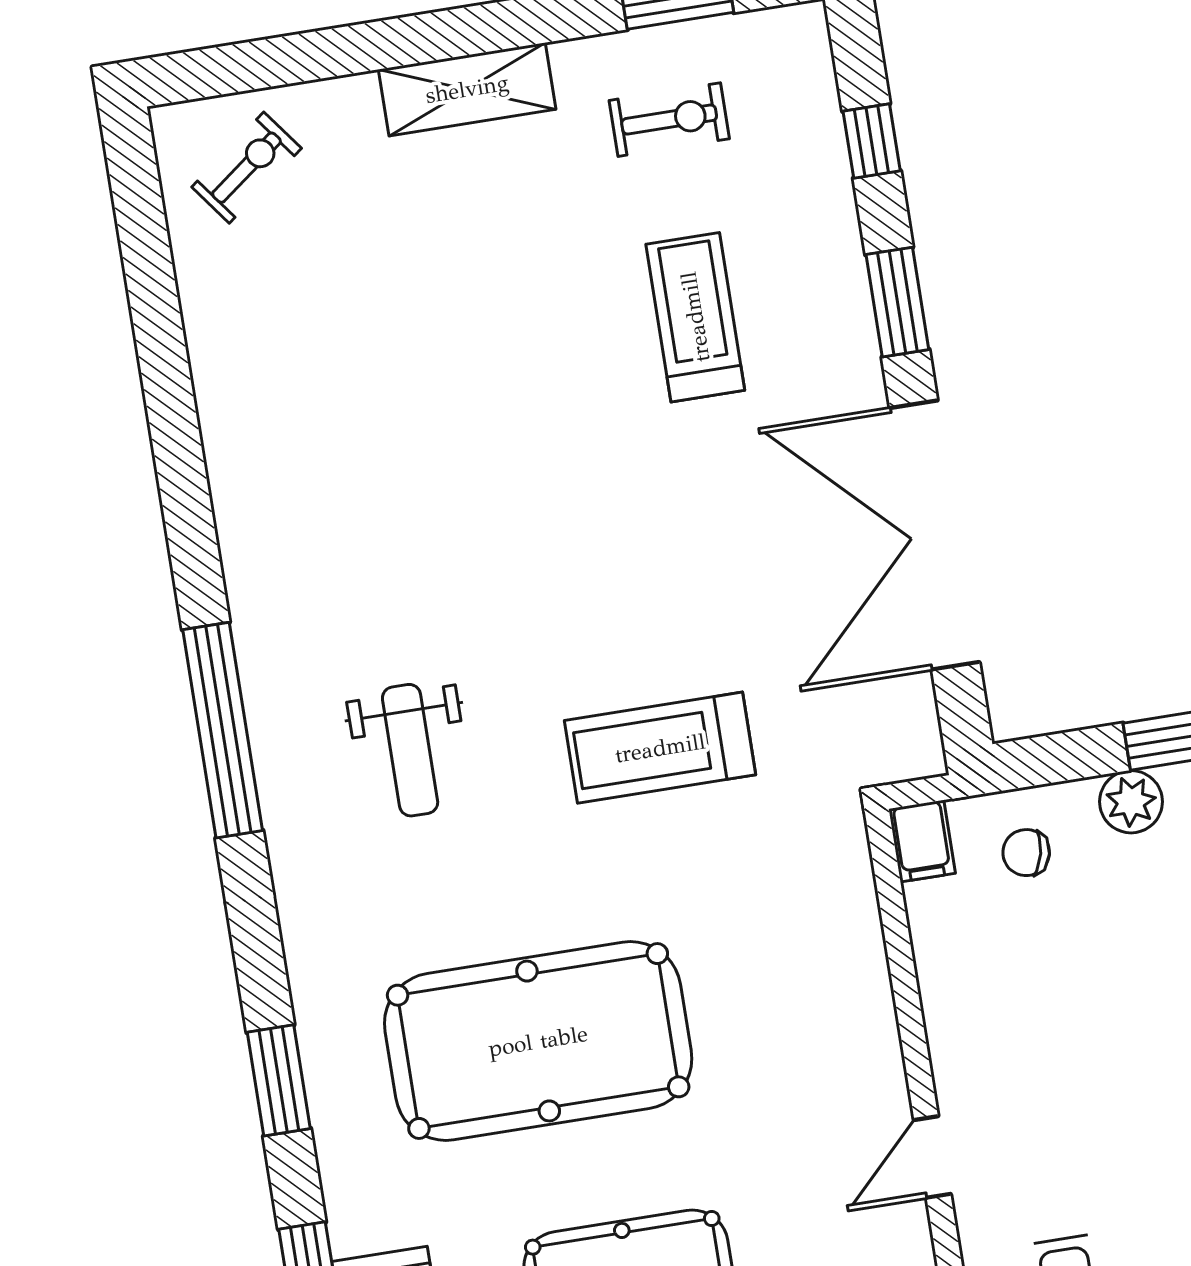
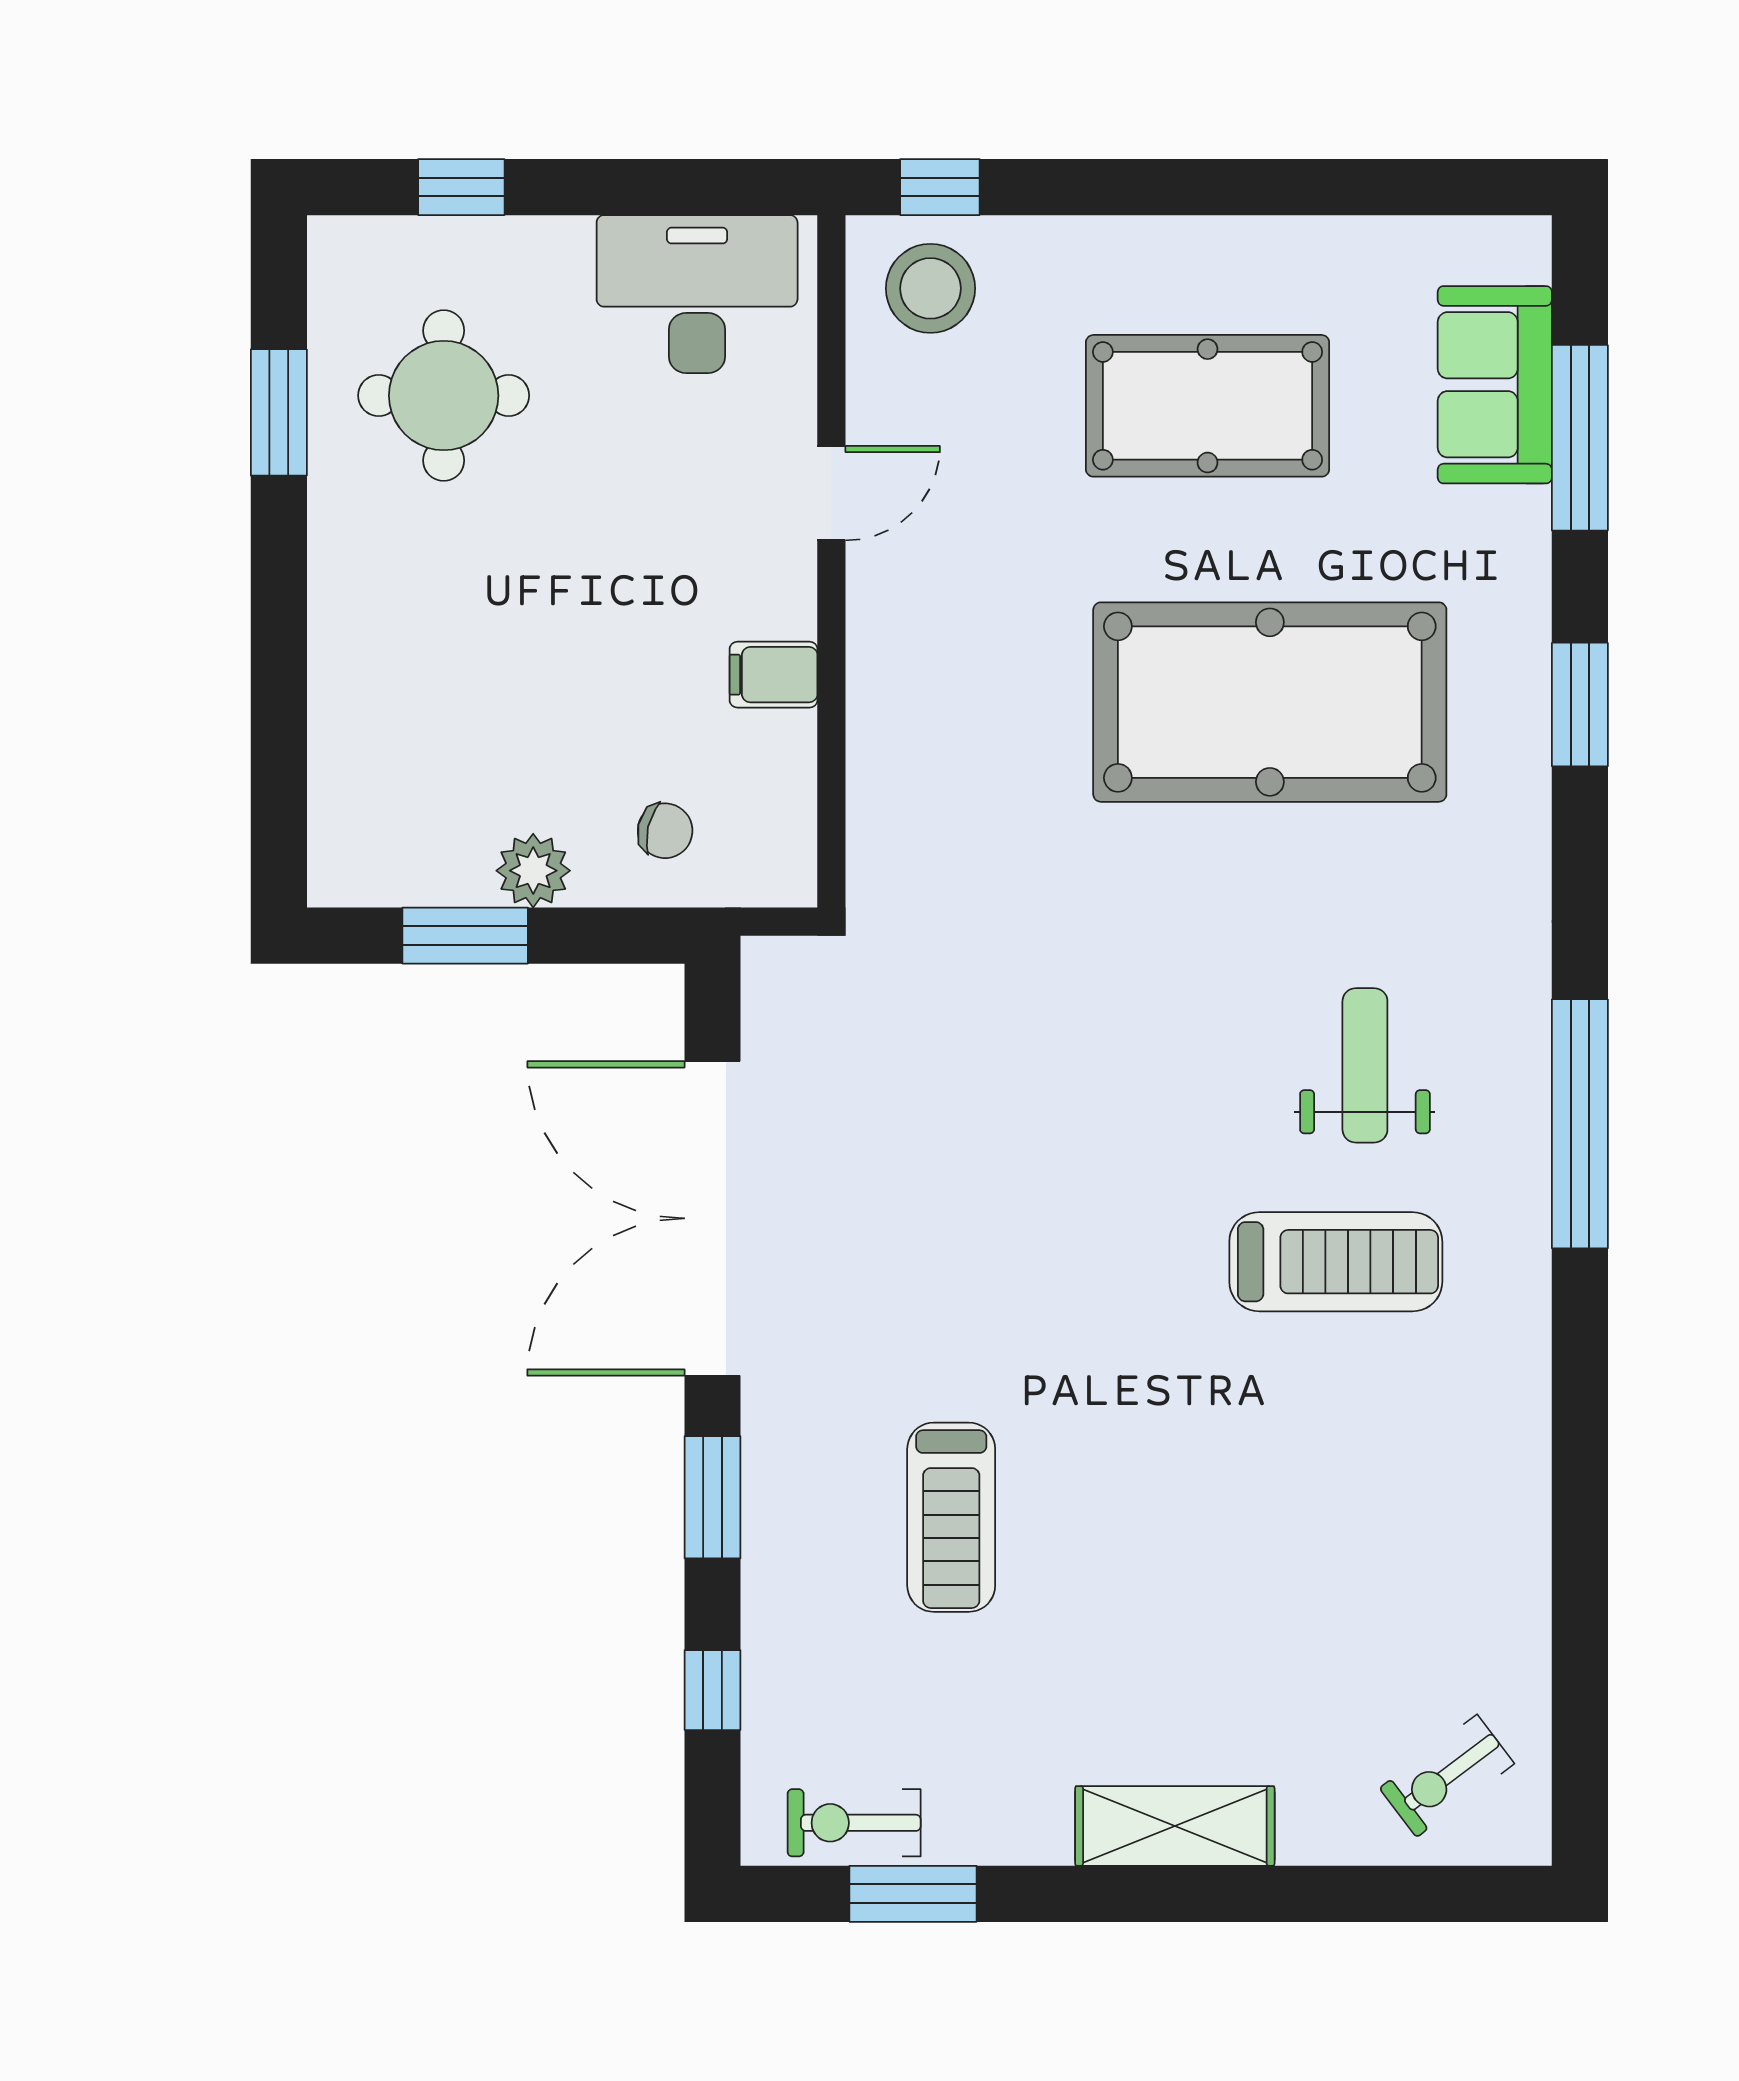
exercise bike: (669, 120) -> (854, 1823), moved
double door: (935, 535) -> (712, 1218), swing flipped
treadmill: (660, 748) -> (1336, 1262), moved
filing cabinet: (922, 841) -> (773, 675), moved, turned -90

